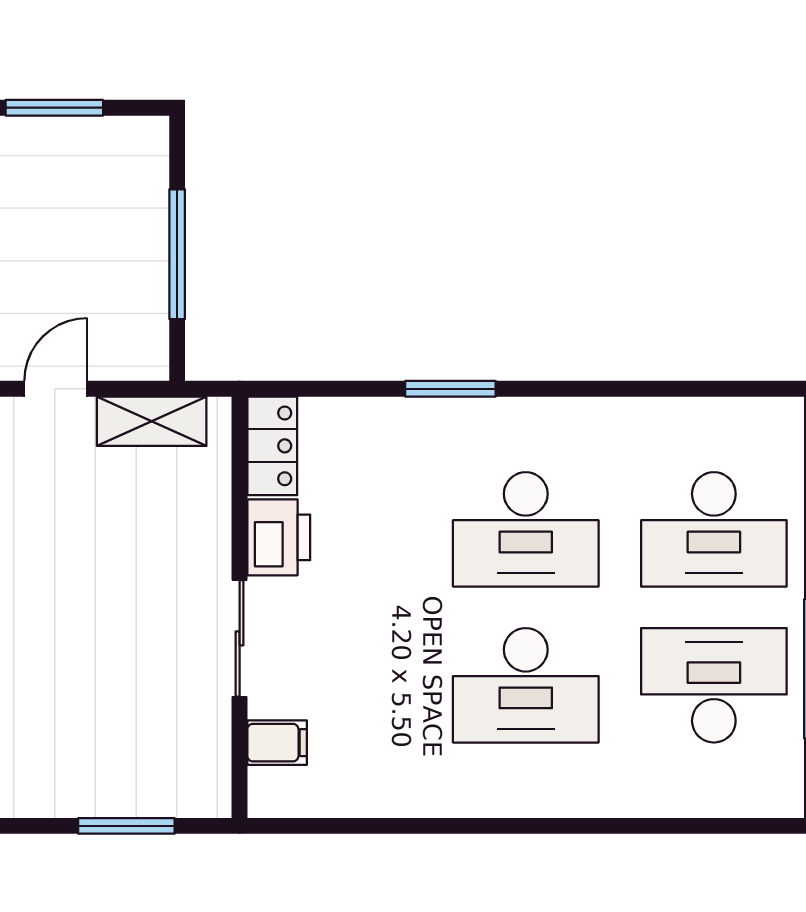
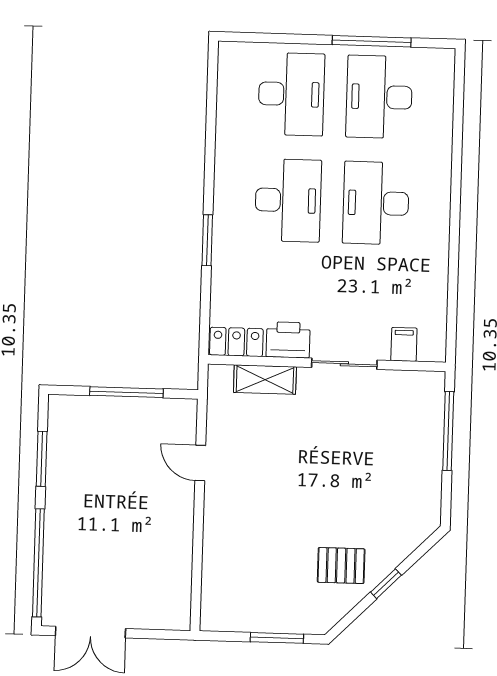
shelving: (152, 421) -> (265, 380), moved, turned 90
desk: (526, 685) -> (376, 203), turned 180
window: (126, 826) -> (448, 431), width x1.44

